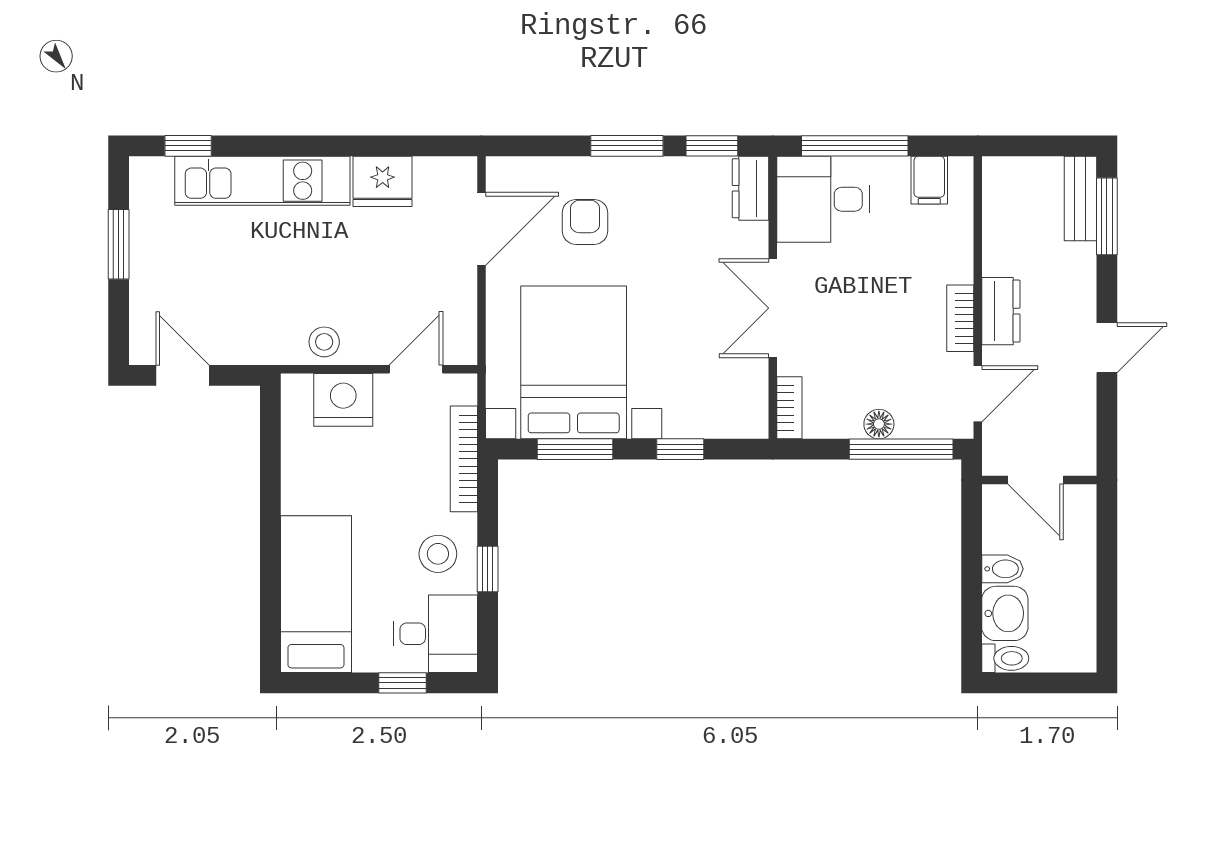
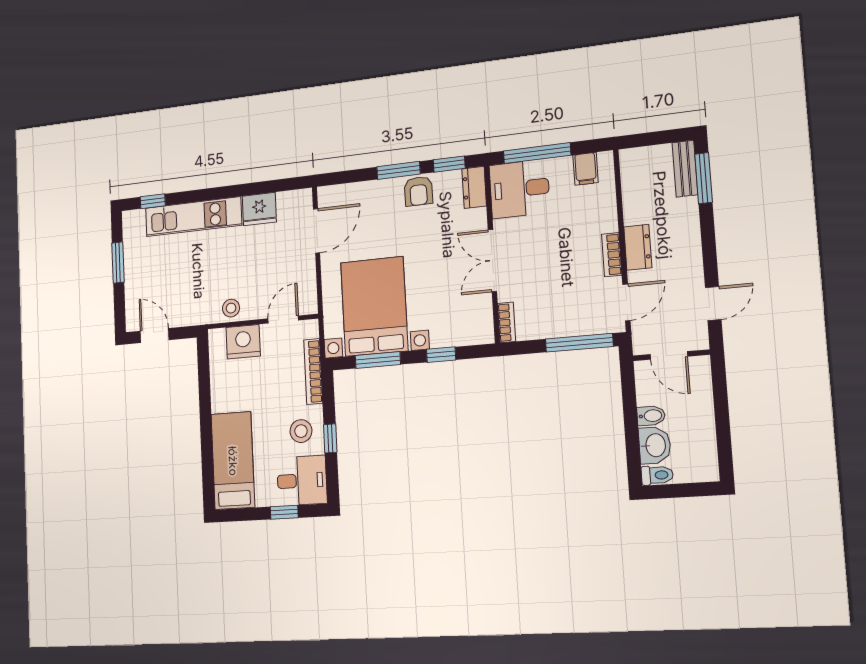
armchair: (585, 222) -> (418, 191), moved, turned 180
door: (1107, 348) -> (713, 304), moved
floor lamp: (879, 424) -> (564, 328), removed

